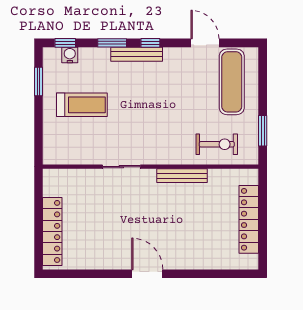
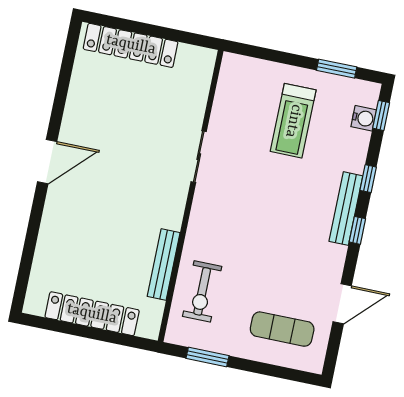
window: (112, 43) -> (368, 179), width x0.67
exercise mat: (232, 82) -> (282, 329), width x0.73, depth x0.69
bench: (182, 176) -> (164, 265), moved

